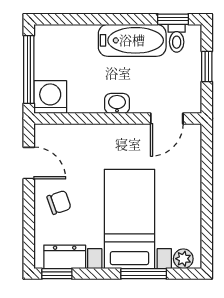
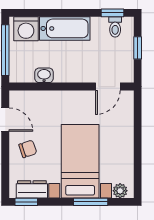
bathtub: (132, 40) -> (65, 28), moved
washing machine: (50, 97) -> (26, 29), moved, turned 180
washbasin: (117, 103) -> (44, 75), moved

